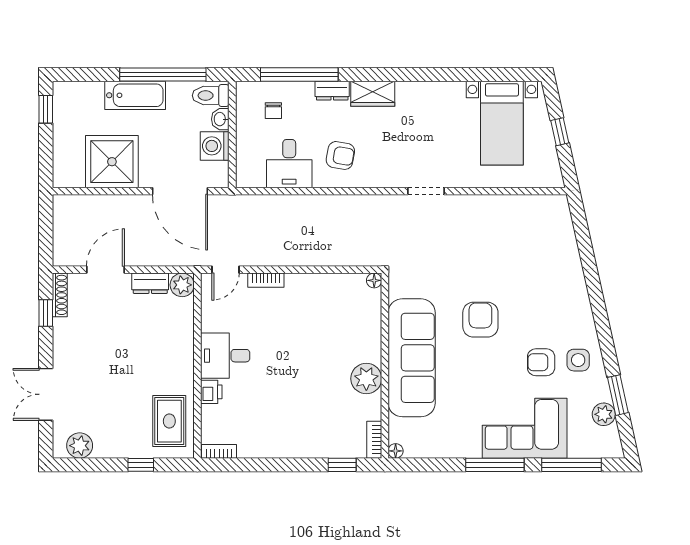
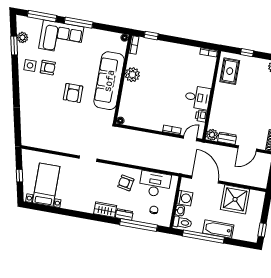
desk: (289, 164) -> (155, 184), width x1.37
printer: (211, 392) -> (201, 116), moved

